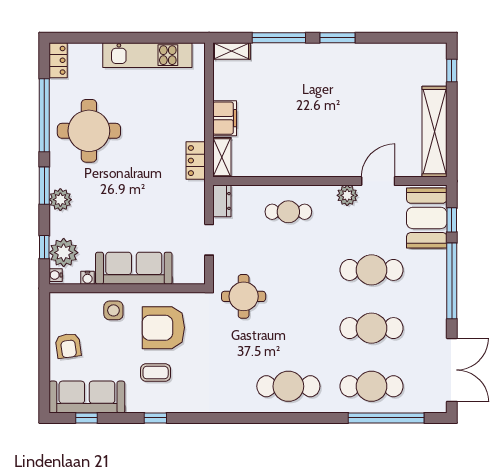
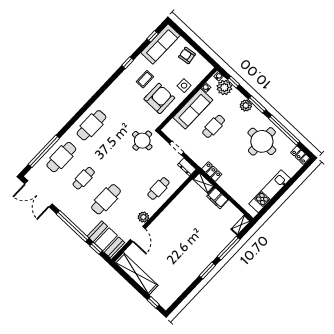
cafe table: (131, 217) -> (214, 126), added
cafe table: (372, 328) -> (84, 178), width x0.73, depth x0.74

